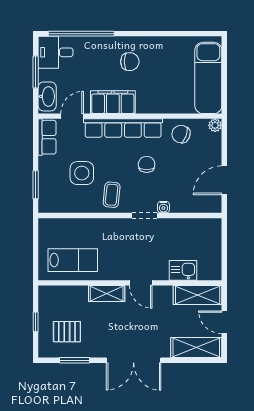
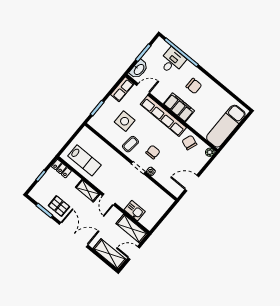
desk: (56, 52) -> (172, 61), moved, turned 90
filing cabinet: (113, 102) -> (179, 107), moved
chair: (147, 164) -> (153, 152), moved
locker: (53, 293) -> (61, 169), added
door: (224, 322) -> (134, 253), hinge flipped
pallet: (67, 332) -> (59, 206), moved
double door: (134, 360) -> (74, 235), swing flipped

